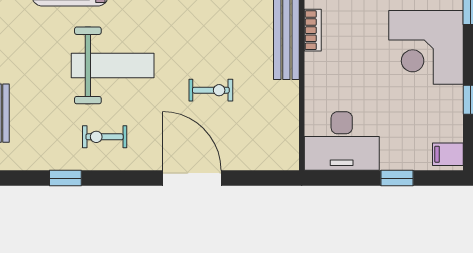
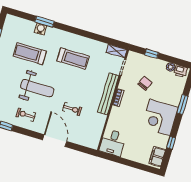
desk: (342, 141) -> (113, 143), width x0.73
filing cabinet: (448, 154) -> (157, 157), width x2.00
window: (397, 178) -> (134, 164), removed

